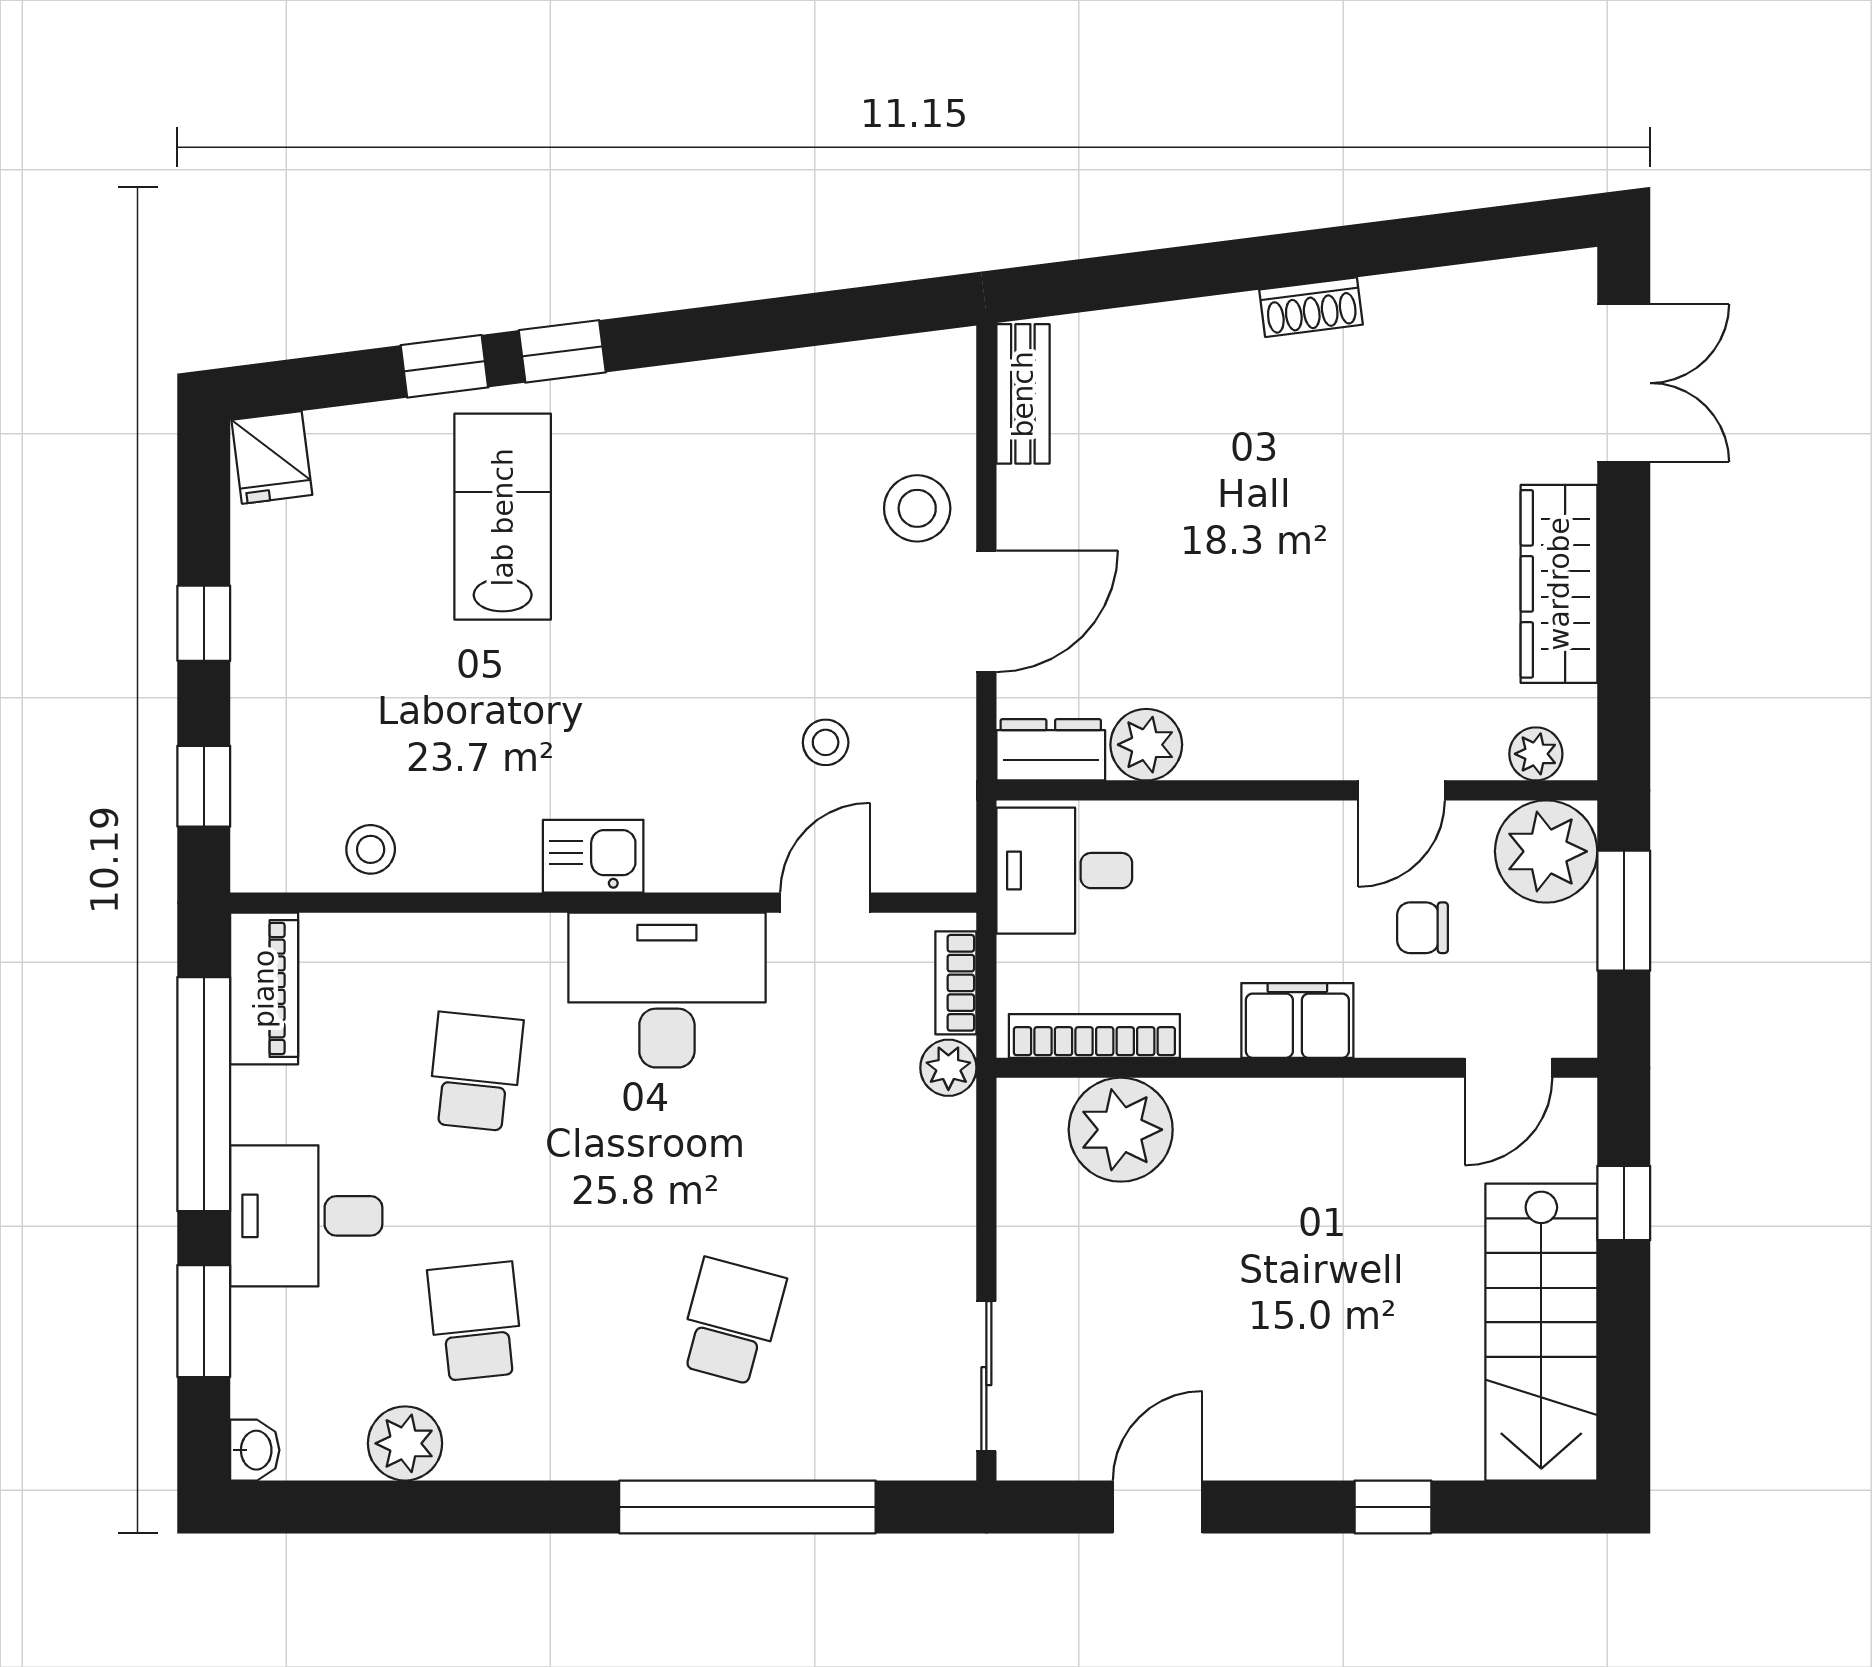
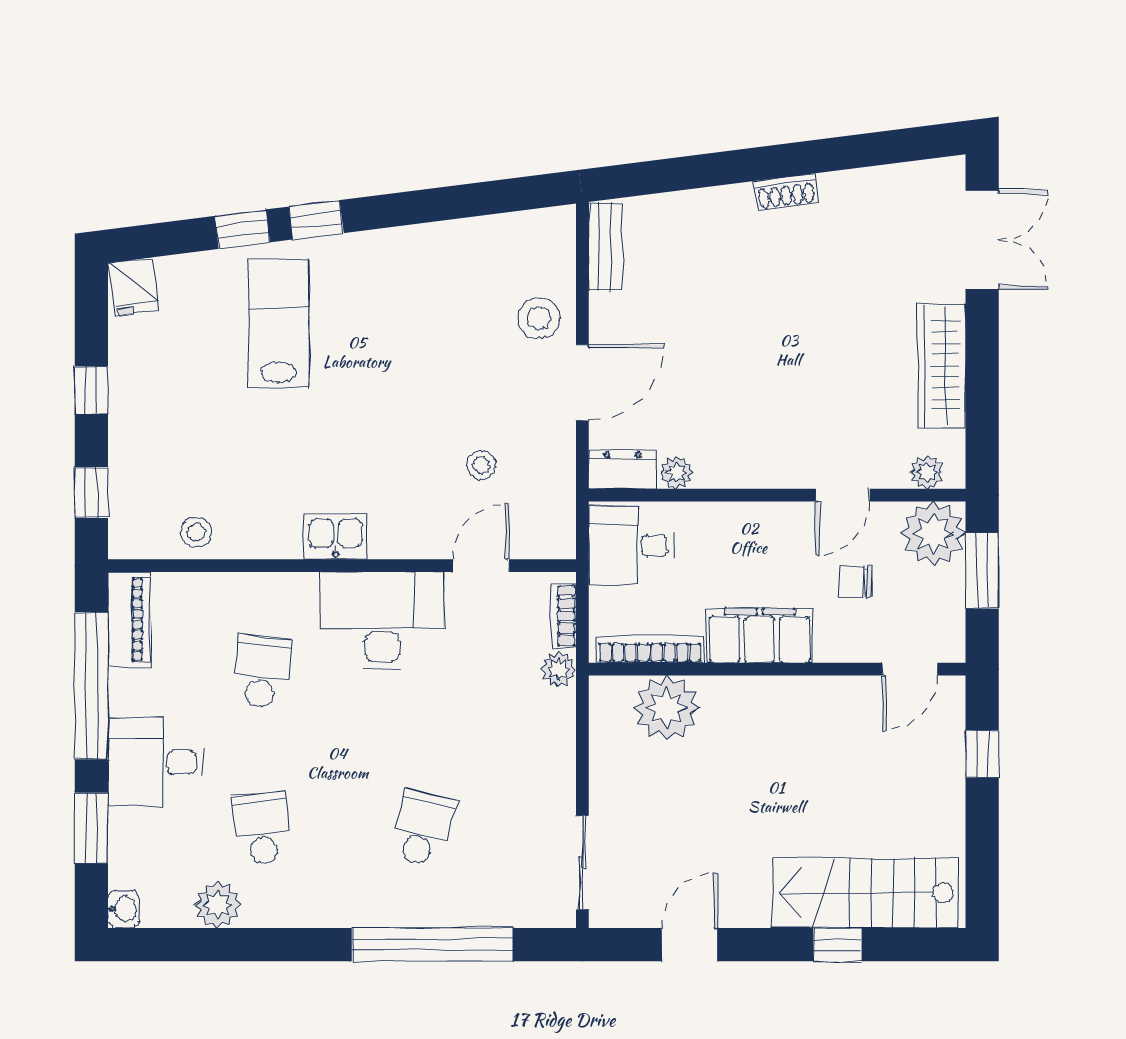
plant: (1146, 745) -> (676, 473), width x0.73, depth x0.73
filing cabinet: (1297, 1020) -> (760, 636), width x1.50, depth x1.17
stairs: (1541, 1332) -> (865, 893), moved, turned 90

